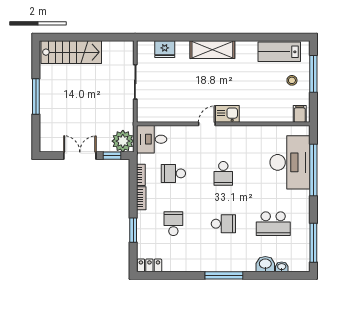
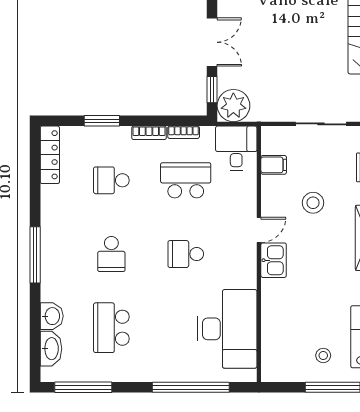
stool: (189, 87) -> (313, 203), added
filing cabinet: (300, 114) -> (274, 165), moved
door: (207, 124) -> (259, 230), hinge flipped
desk: (290, 162) -> (227, 329), moved, turned -90
school desk: (173, 173) -> (186, 180), width x1.85
school desk: (173, 224) -> (111, 180), turned 180
locker: (149, 265) -> (50, 155), width x1.53
washbasin: (282, 267) -> (51, 349), width x1.91, depth x1.45

